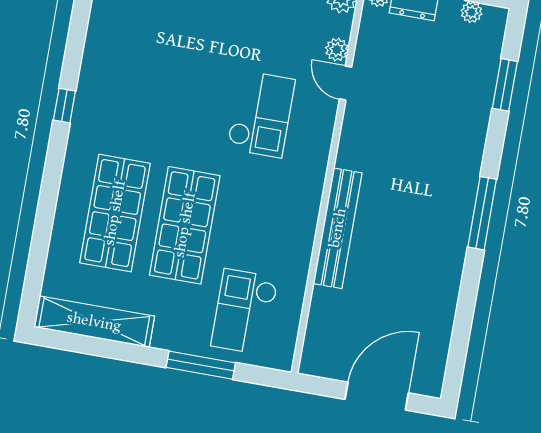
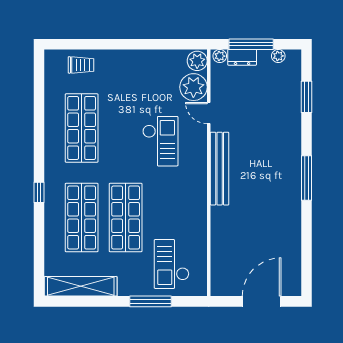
plant: (337, 50) -> (193, 87), width x1.87, depth x1.87
shop shelf: (140, 71) -> (82, 128), added
window: (64, 106) -> (39, 192), moved
bench: (338, 228) -> (220, 169), moved

